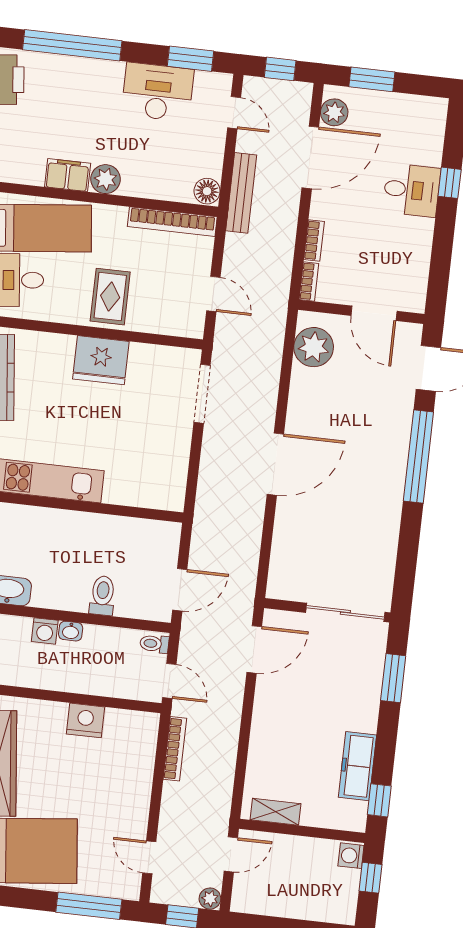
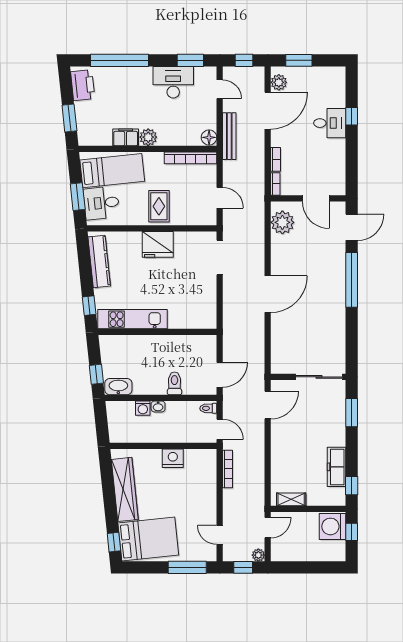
washing machine: (351, 856) -> (333, 526), width x1.89, depth x1.89

